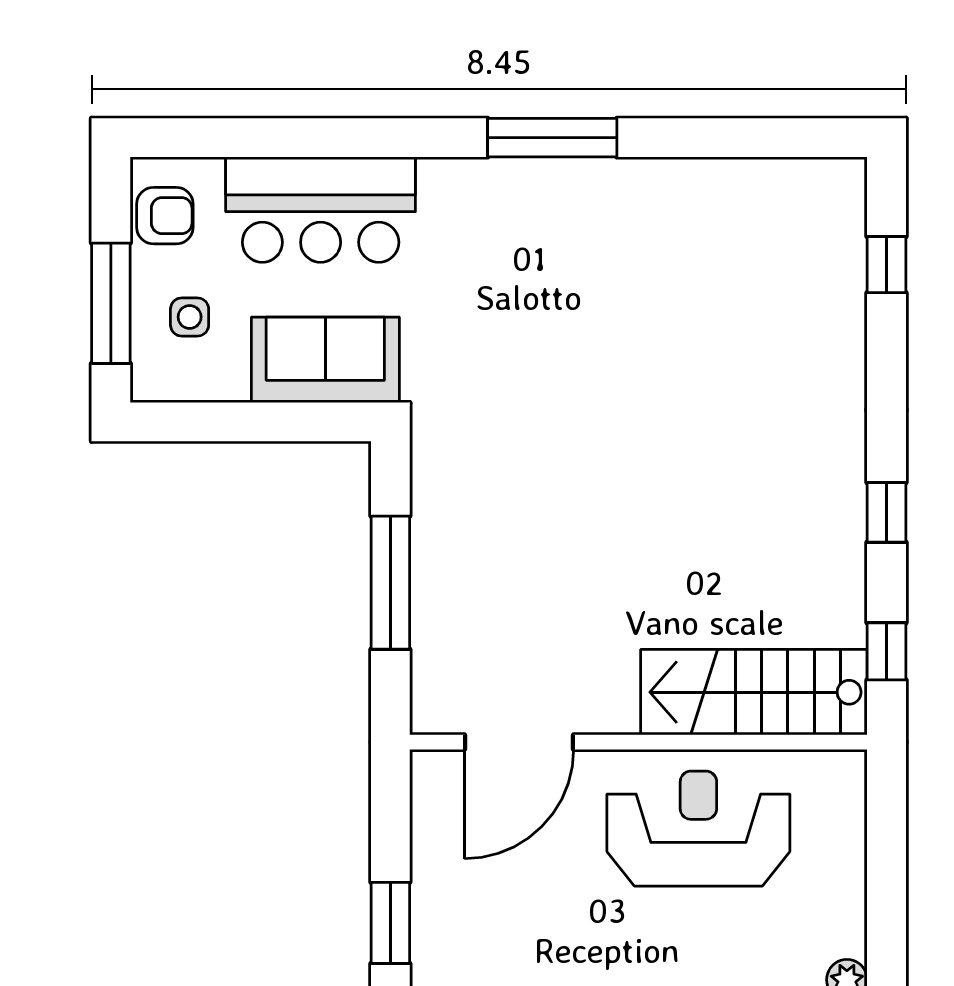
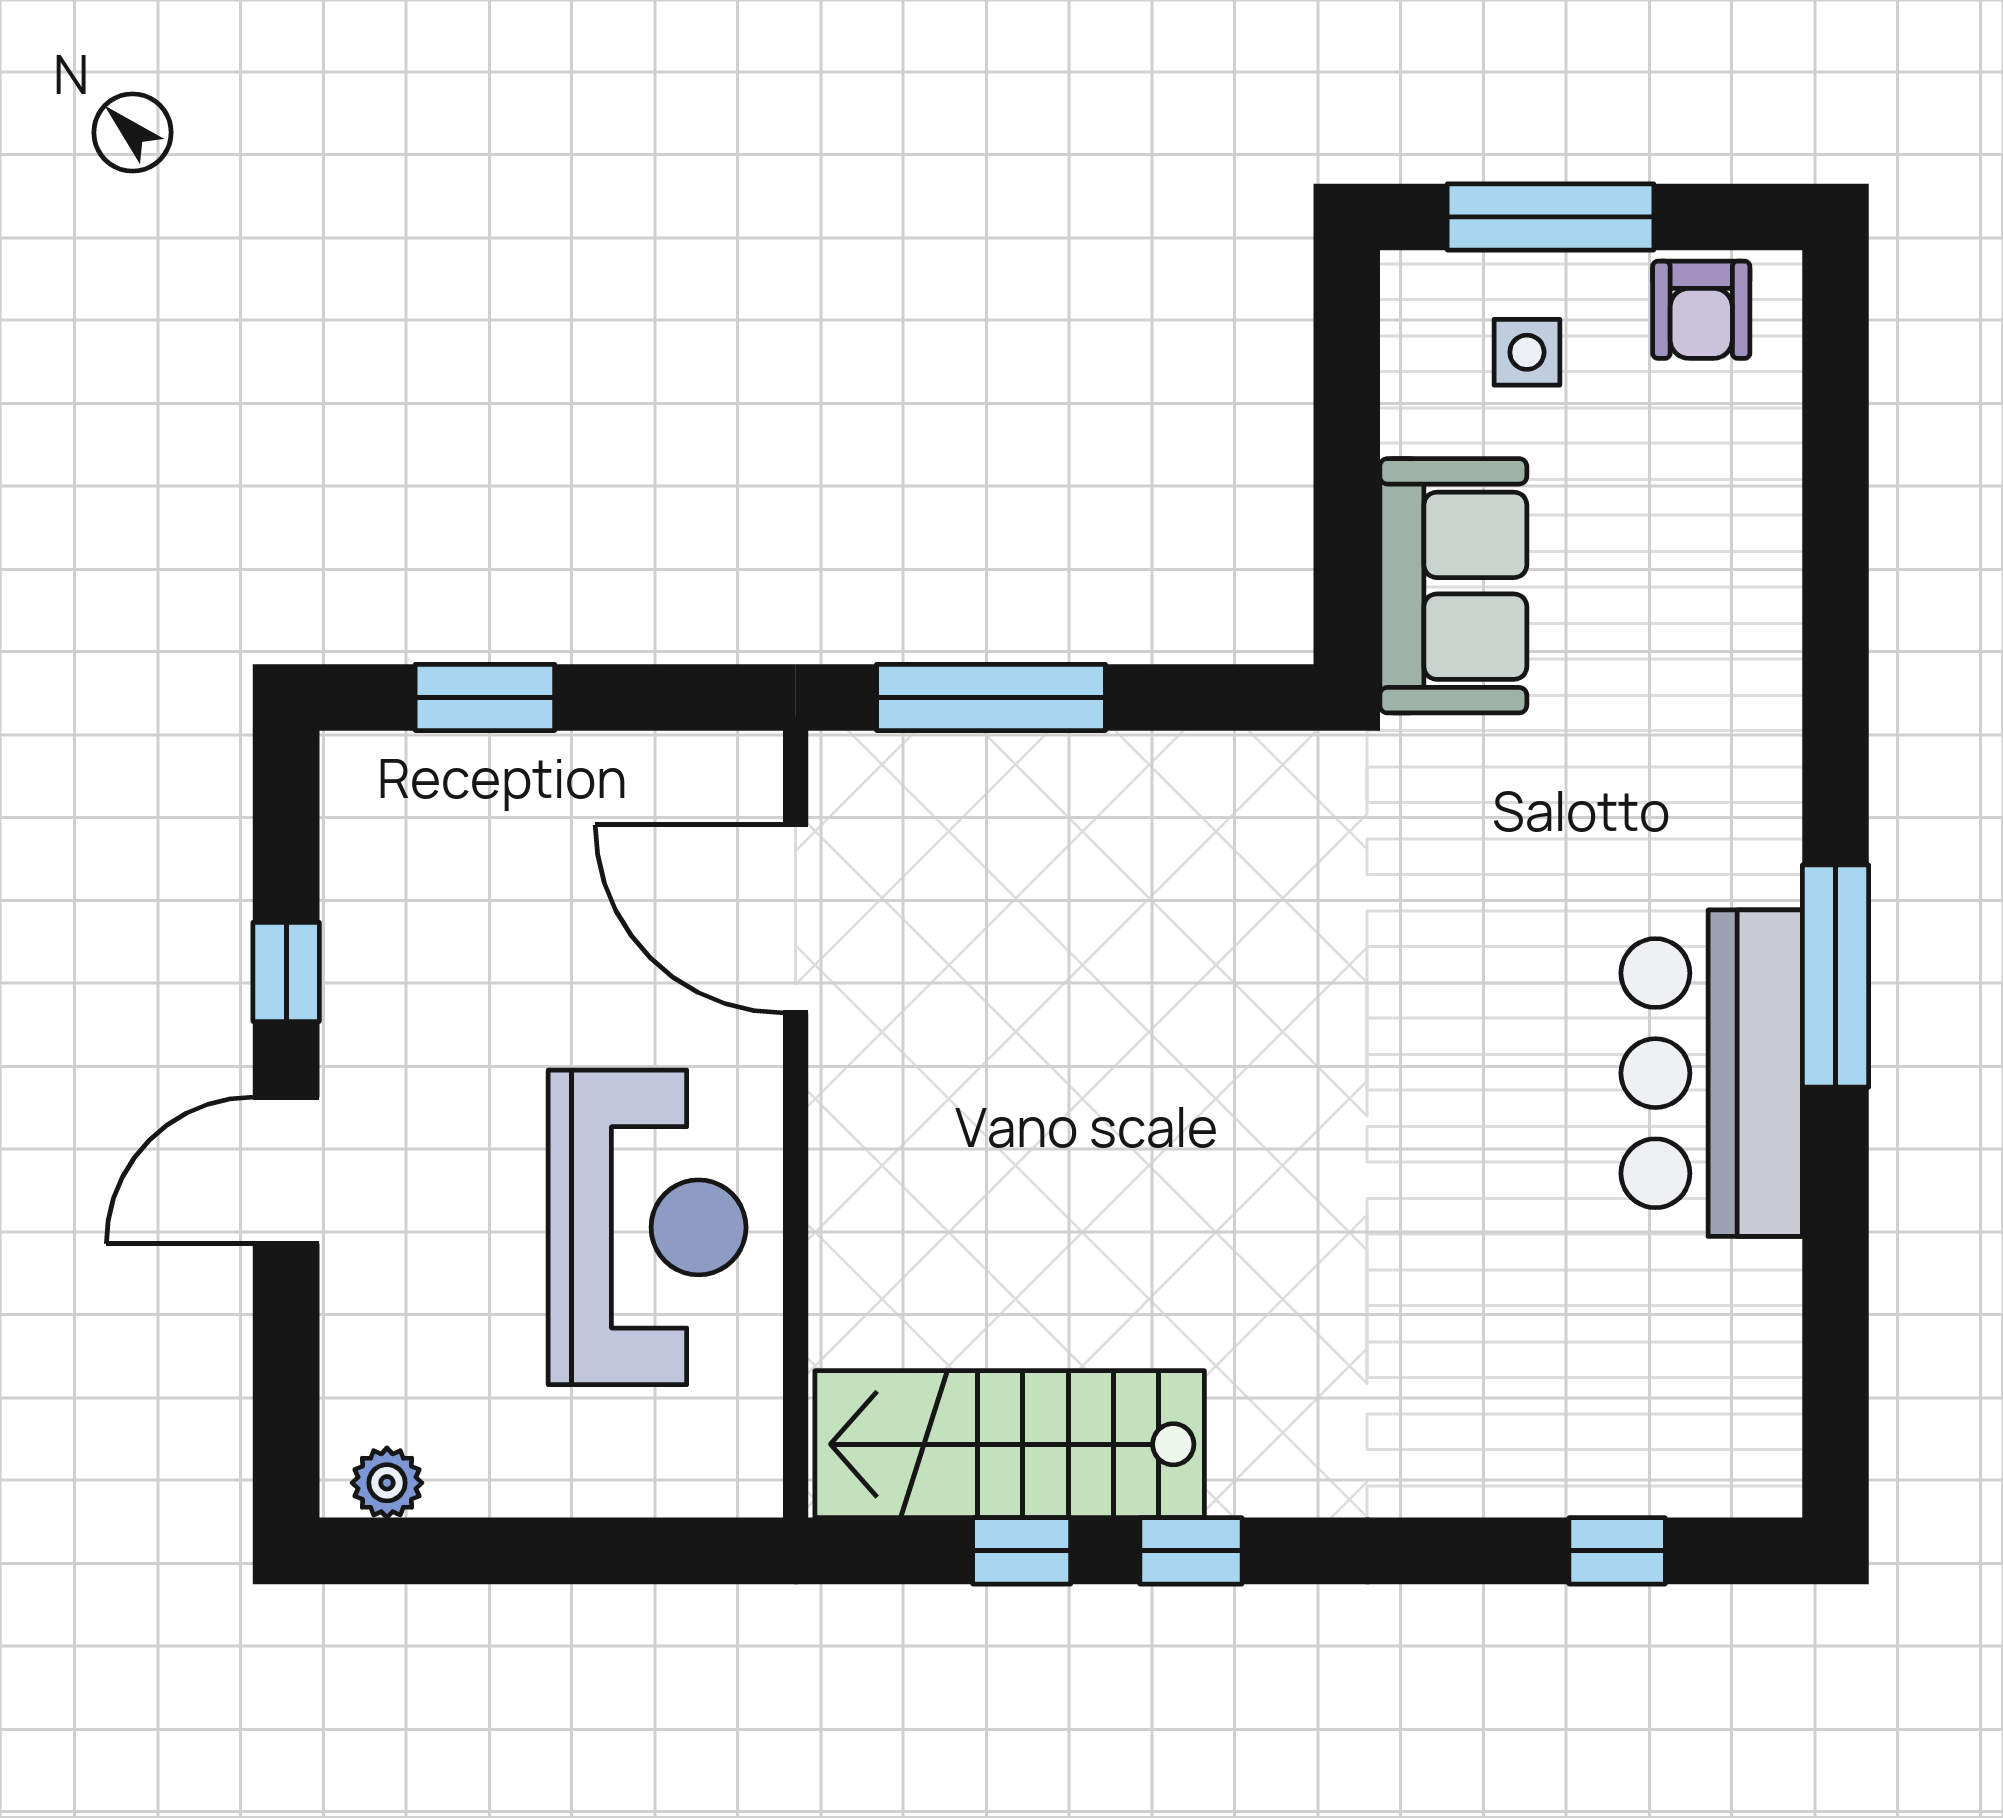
bar counter: (321, 210) -> (1712, 1073), moved
window: (390, 583) -> (991, 697), moved
window: (887, 651) -> (1022, 1551), moved
stairs: (754, 692) -> (1010, 1444), moved, turned -90

